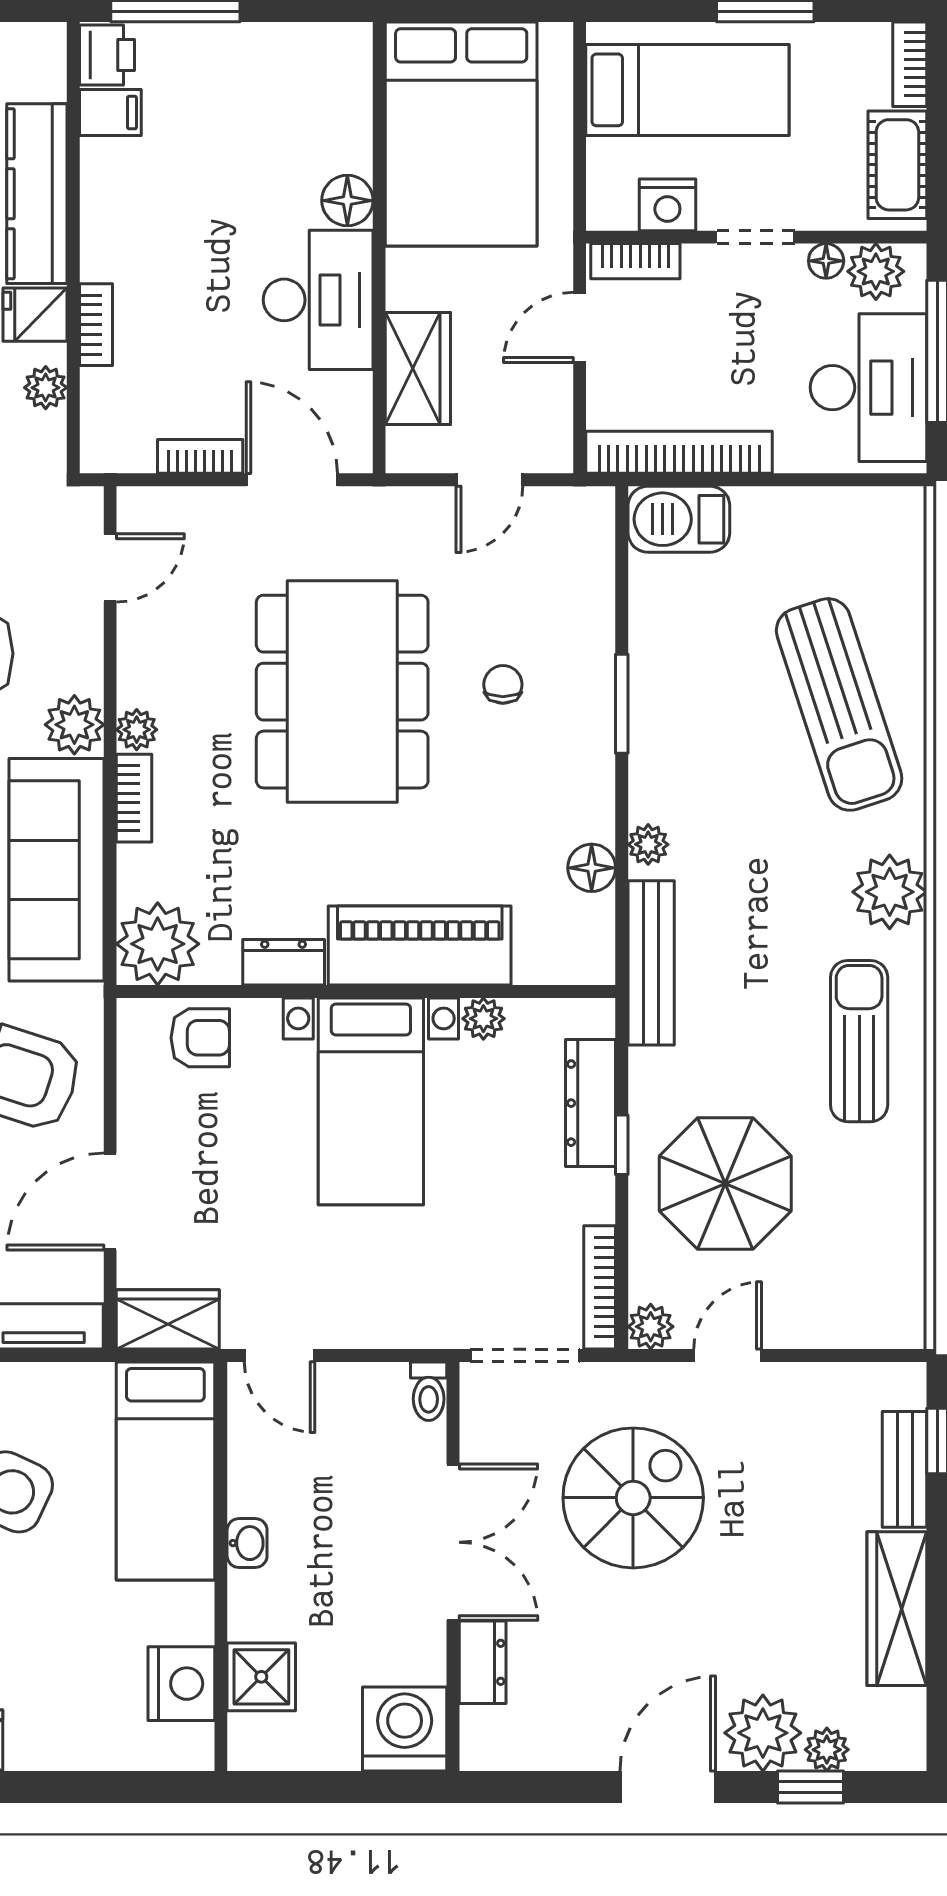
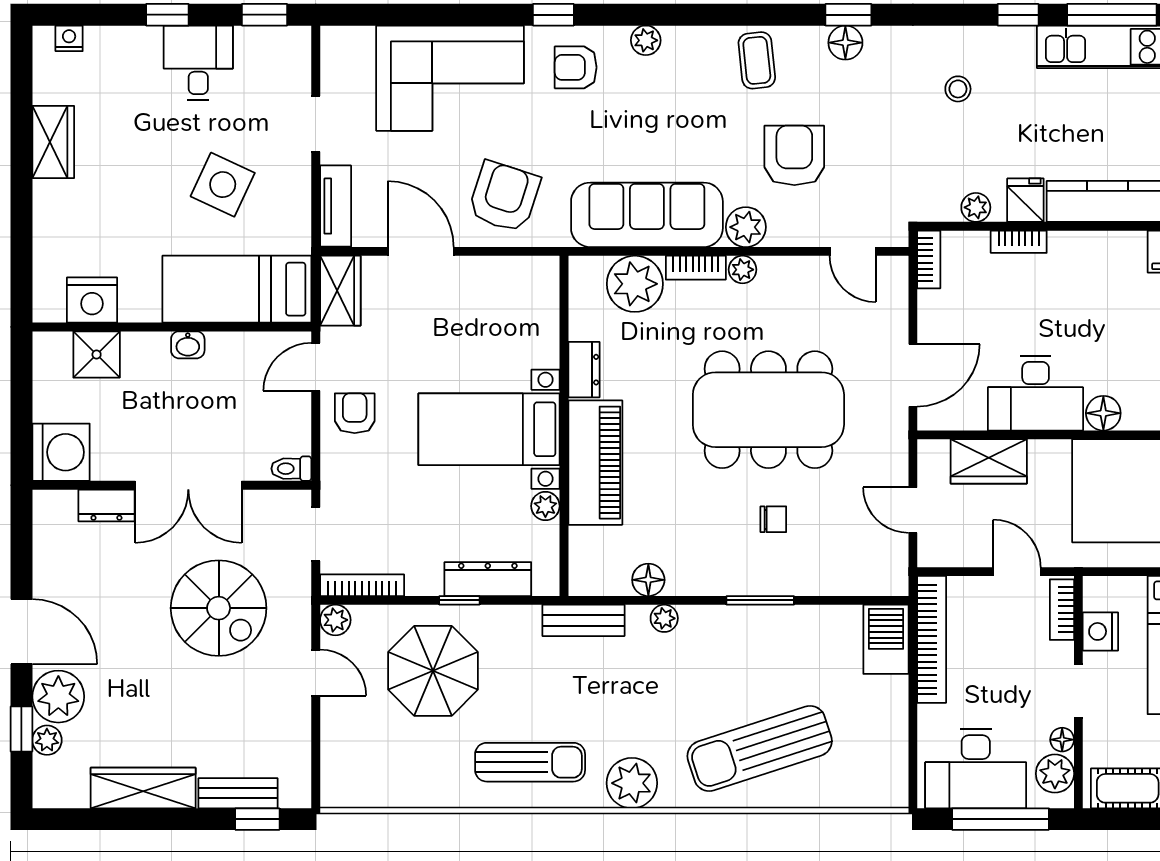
bookcase: (200, 456) -> (929, 260), moved
plant: (158, 944) -> (635, 284), moved
bench: (651, 963) -> (583, 620), width x0.73
armchair: (200, 1038) -> (355, 413), moved, turned 180
doorway: (525, 1355) -> (316, 534), width x0.73

